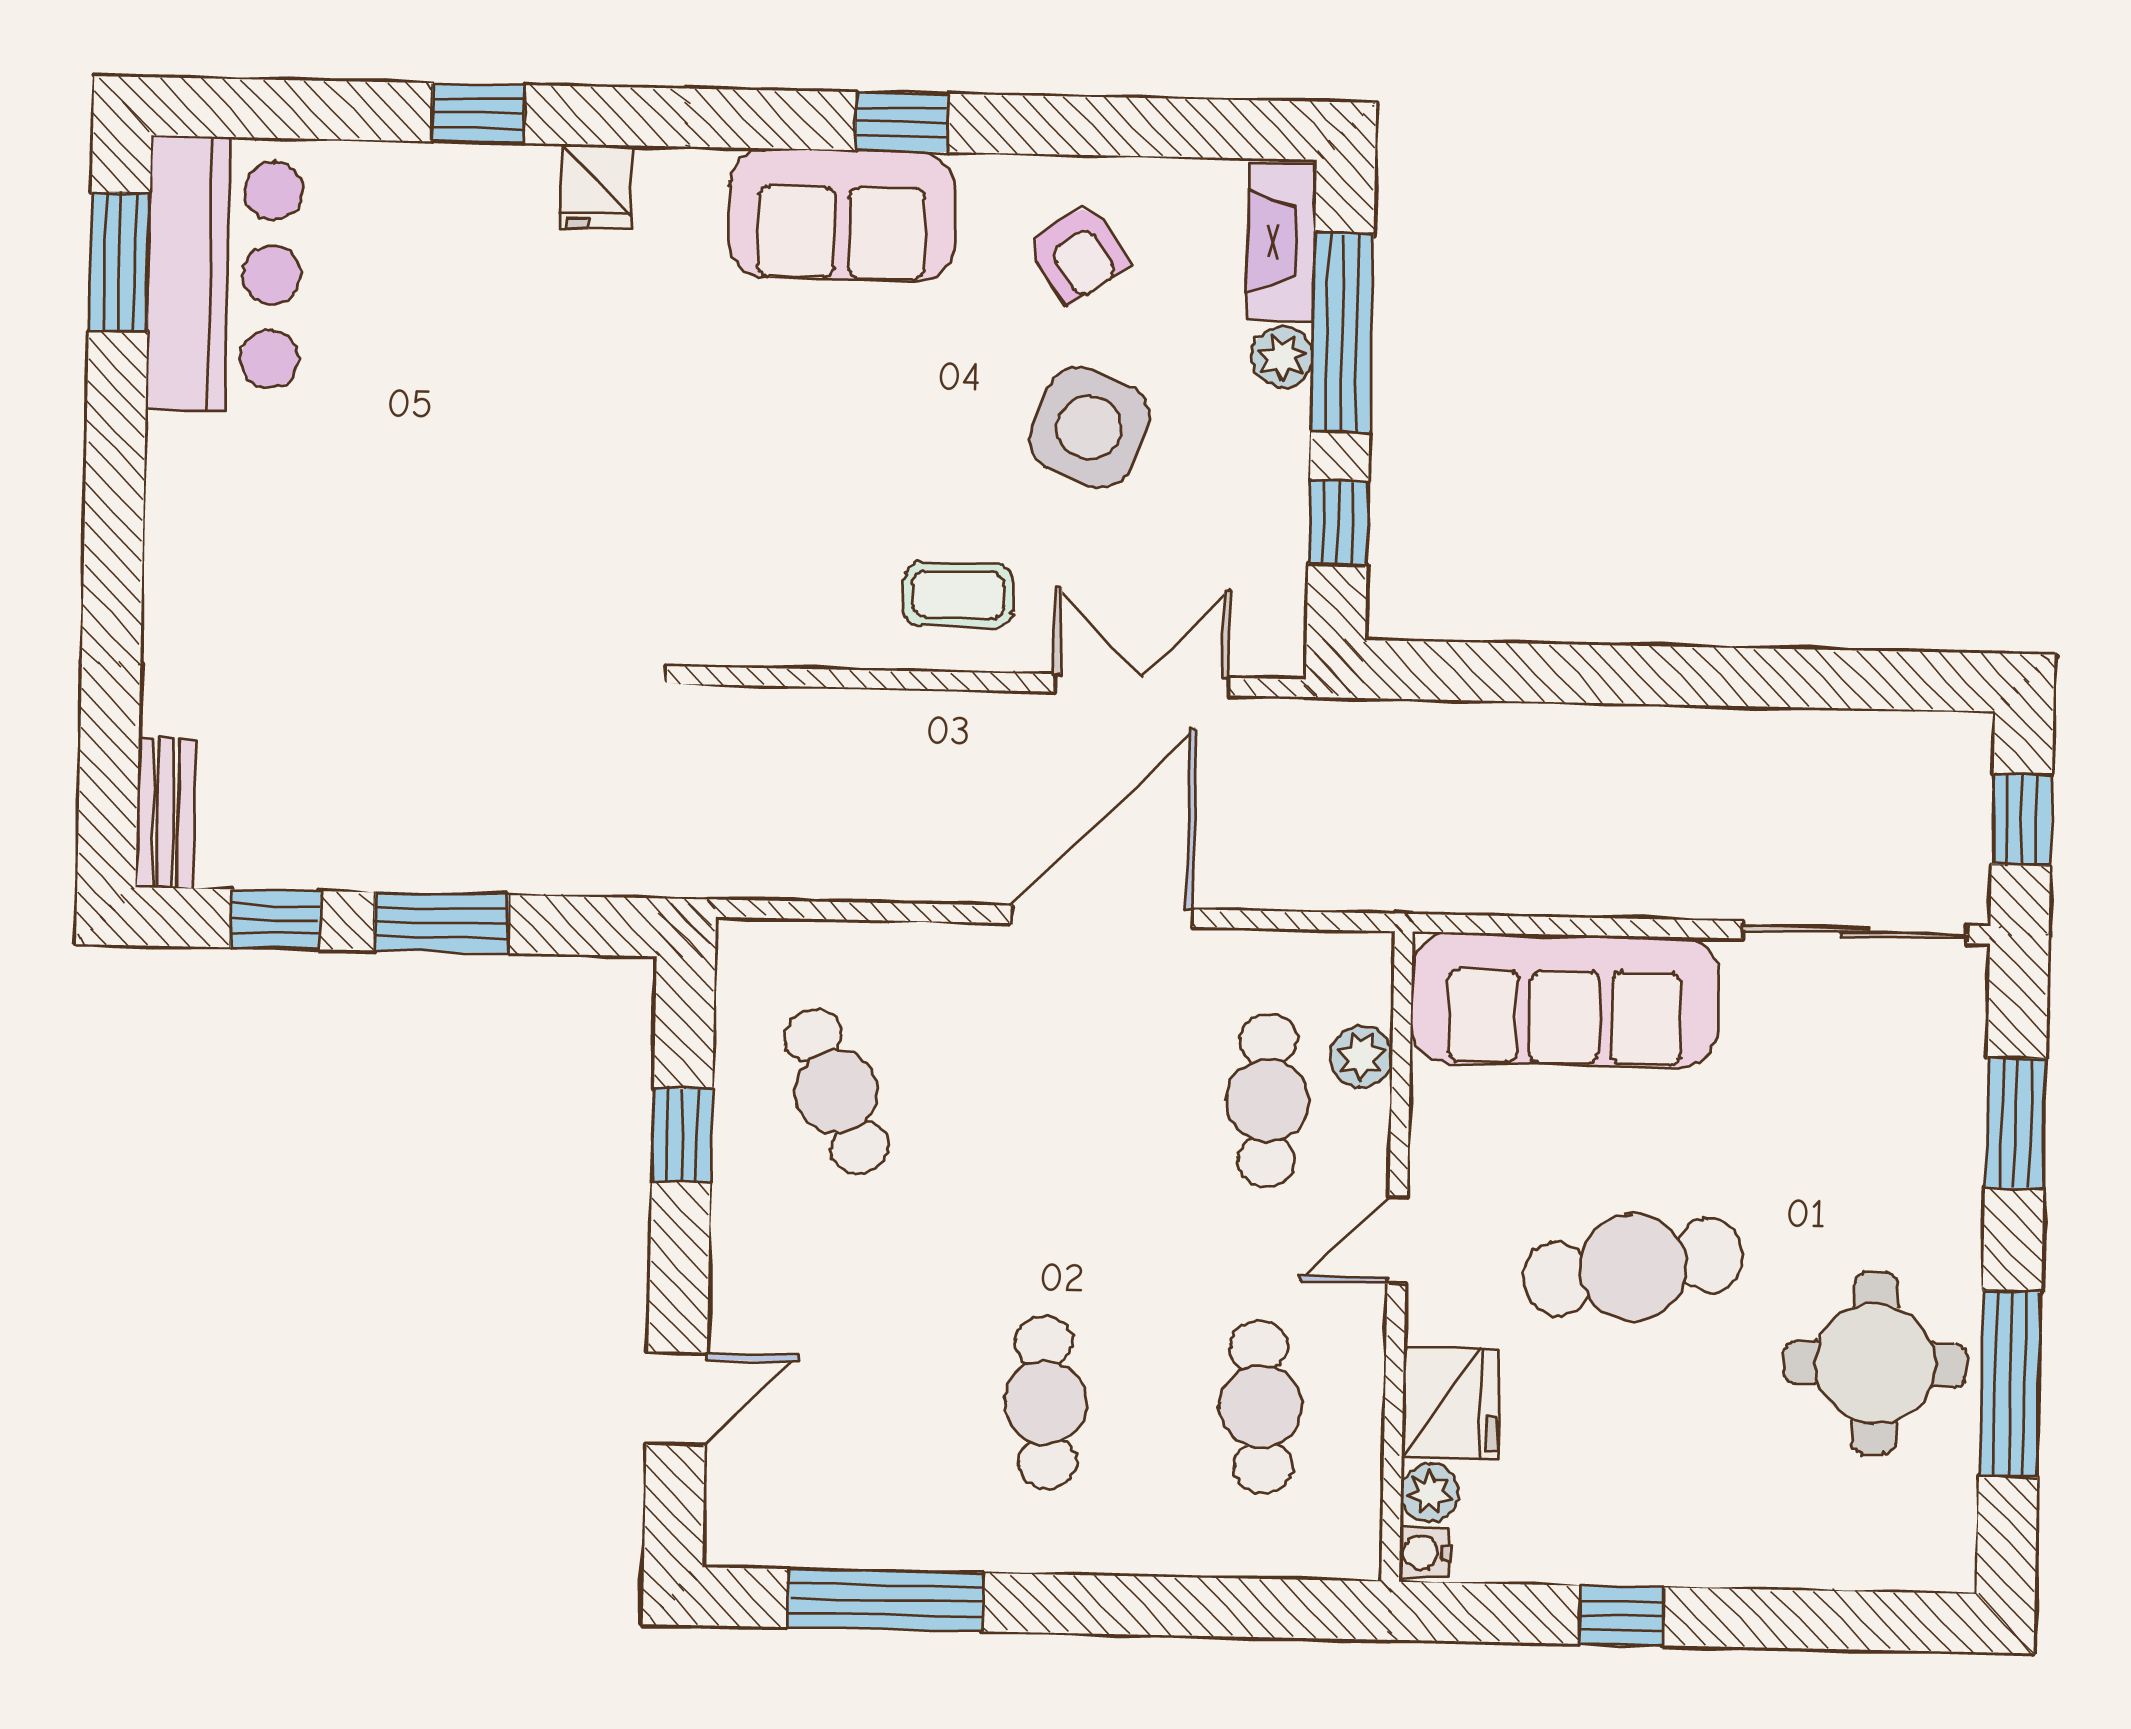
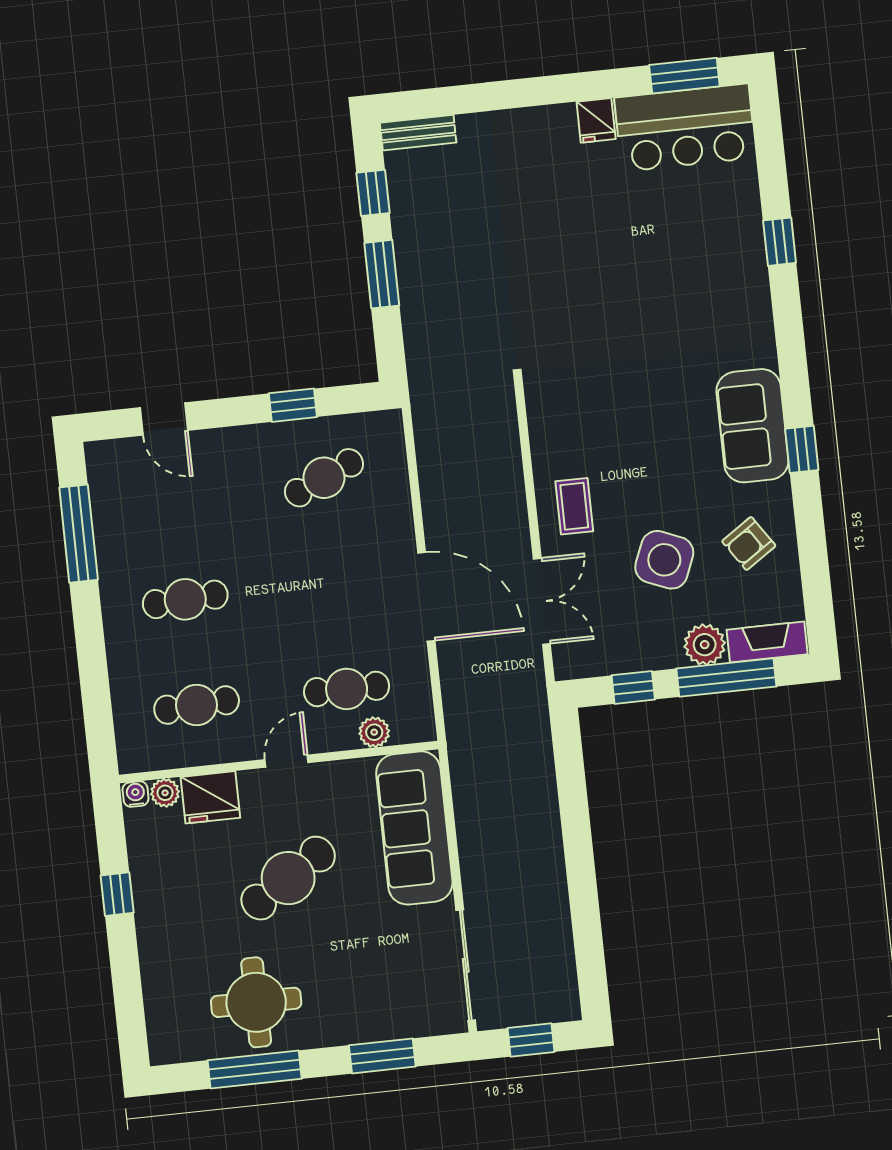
fridge: (597, 187) -> (596, 120), moved, turned -90
plant: (1282, 357) -> (705, 645), width x1.38, depth x1.38
door: (1397, 1240) -> (287, 761), hinge flipped
cafe table: (1633, 1267) -> (288, 878), turned 67

